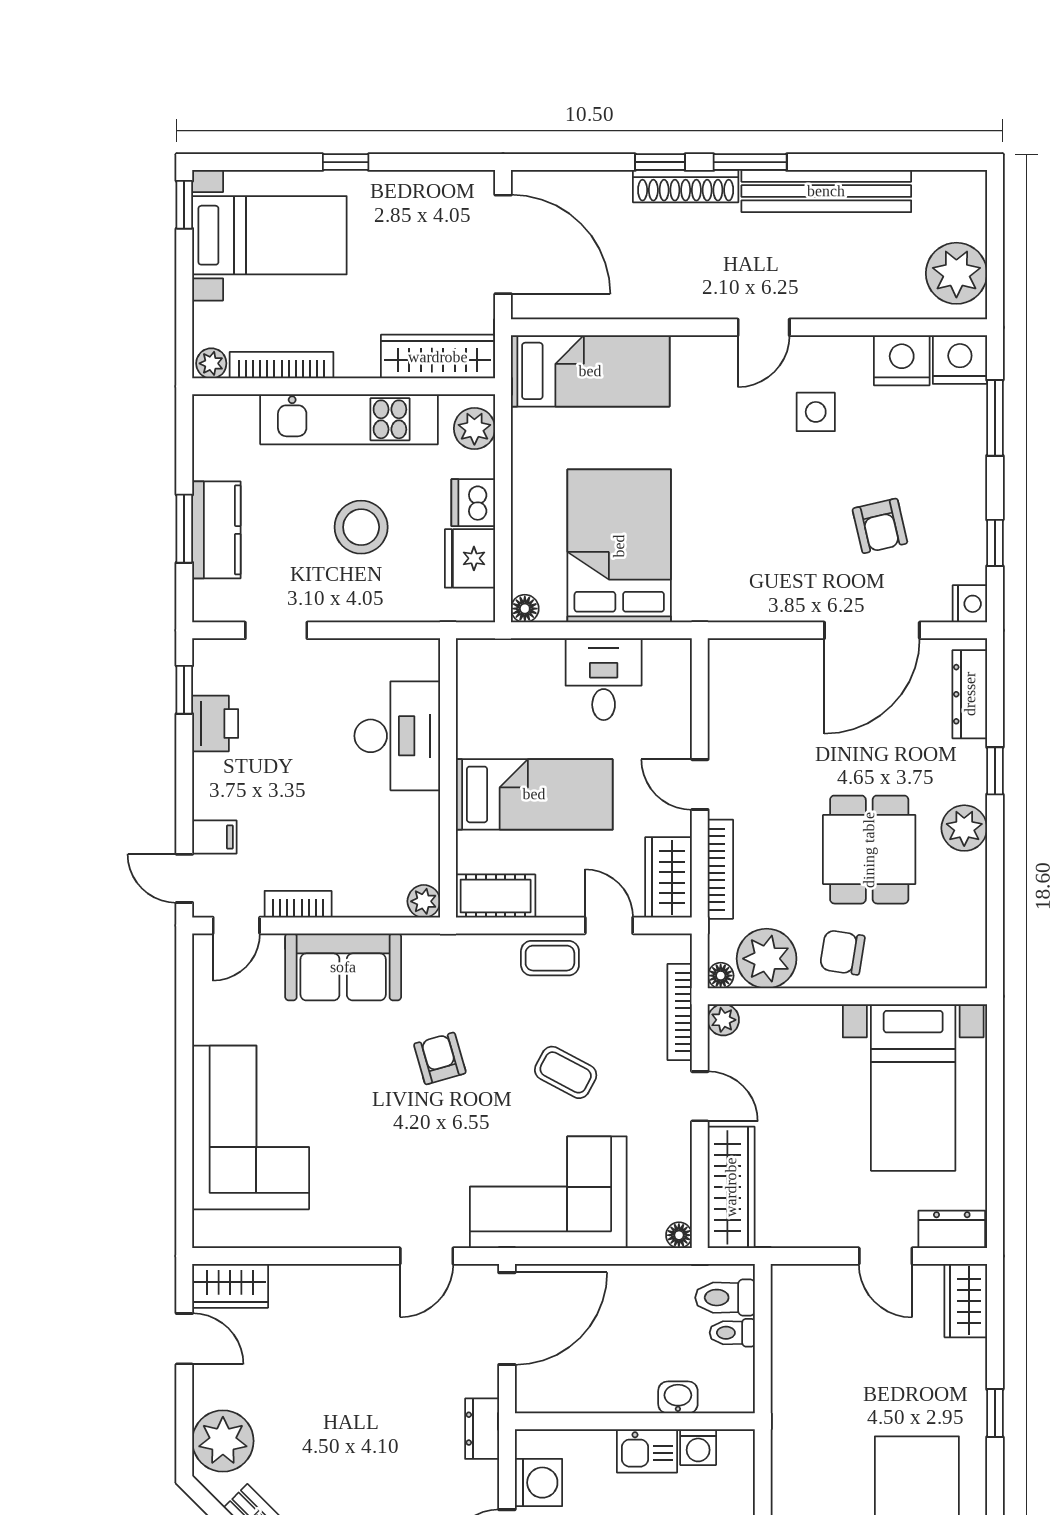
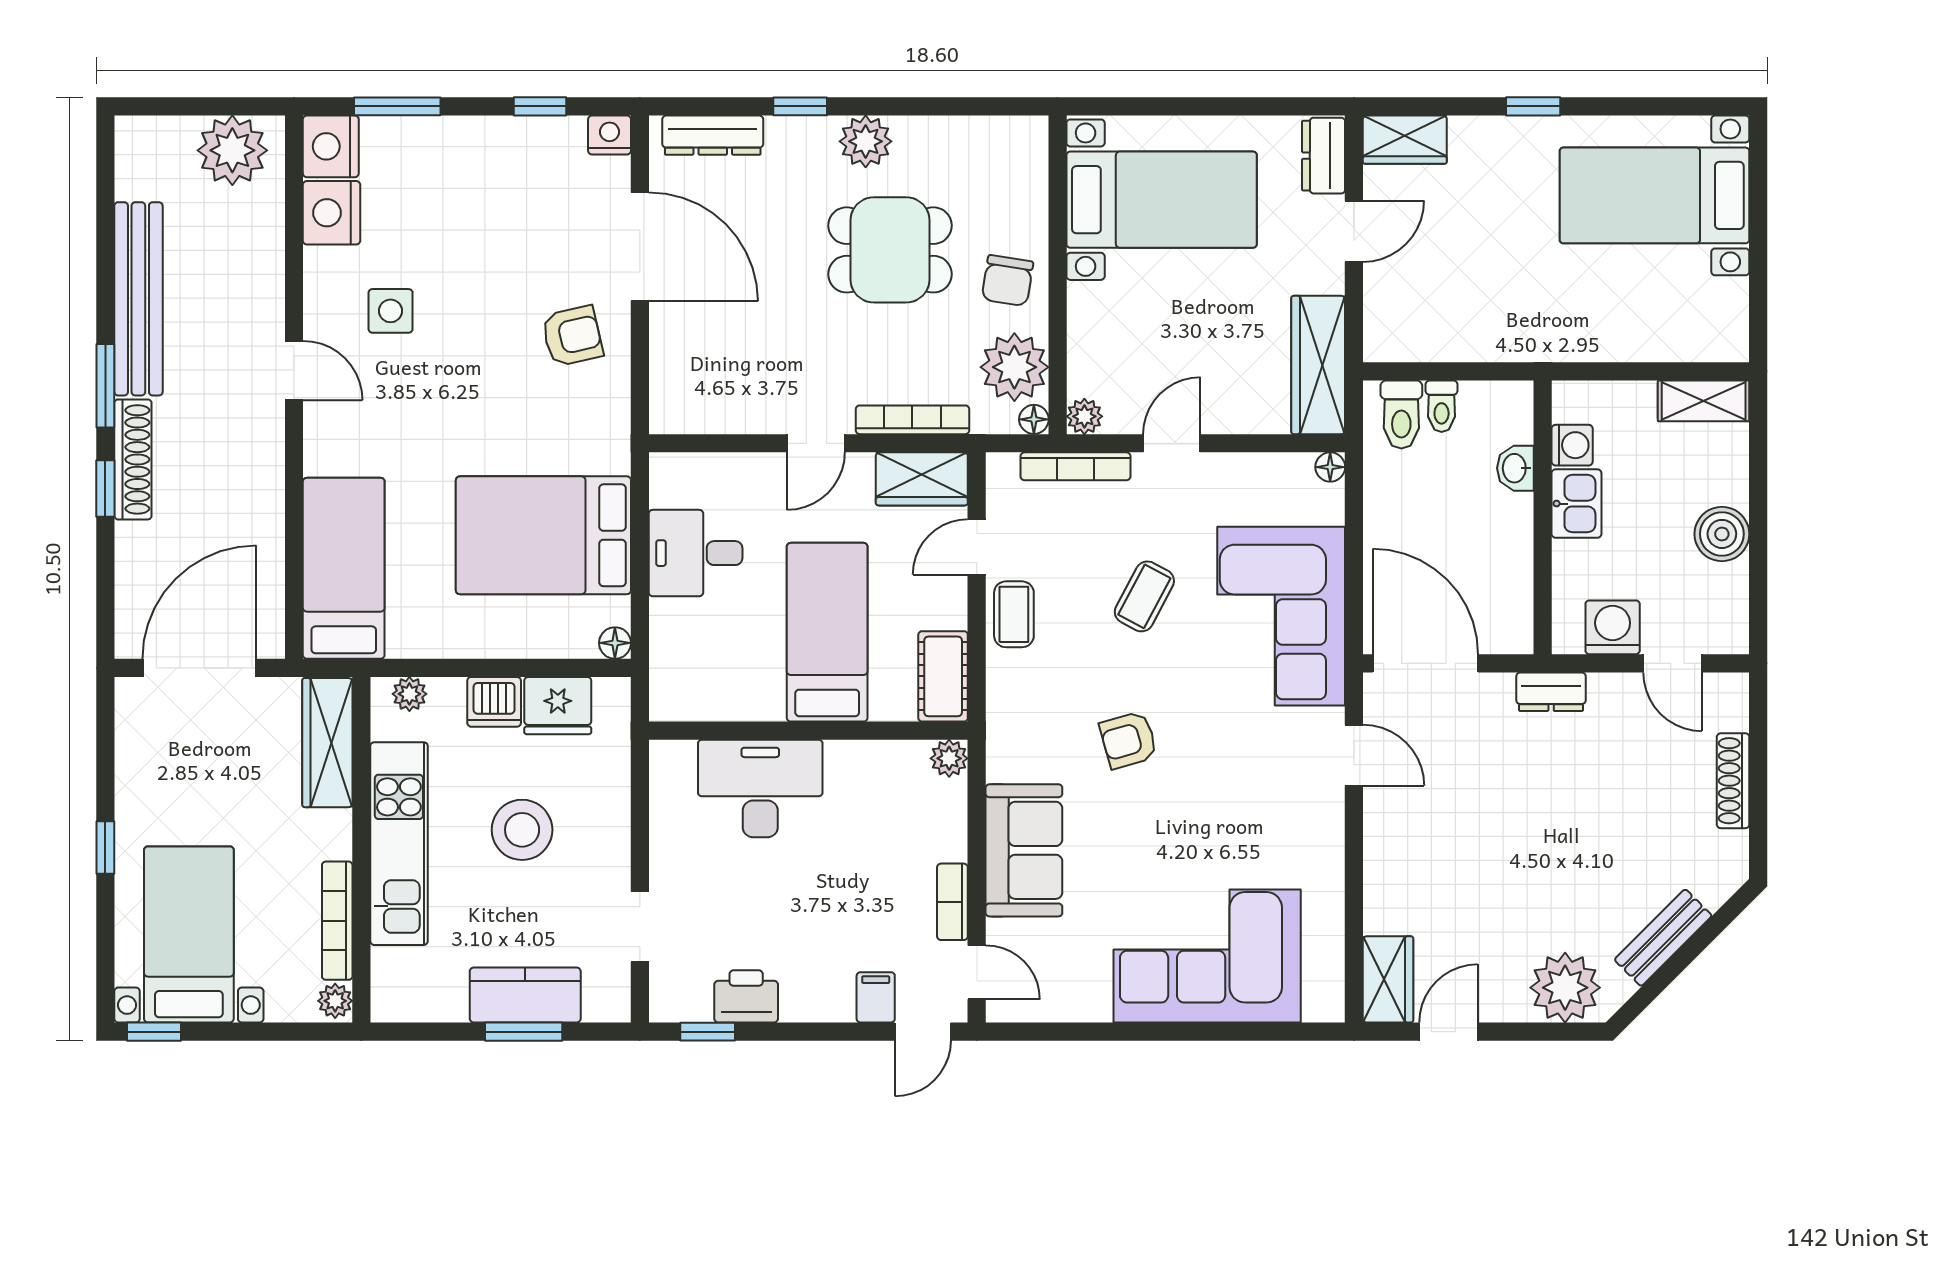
plant: (474, 428) -> (409, 694), width x0.73, depth x0.73
armchair: (880, 526) -> (572, 336), moved
wardrobe: (731, 1187) -> (1318, 365), moved, turned -90

